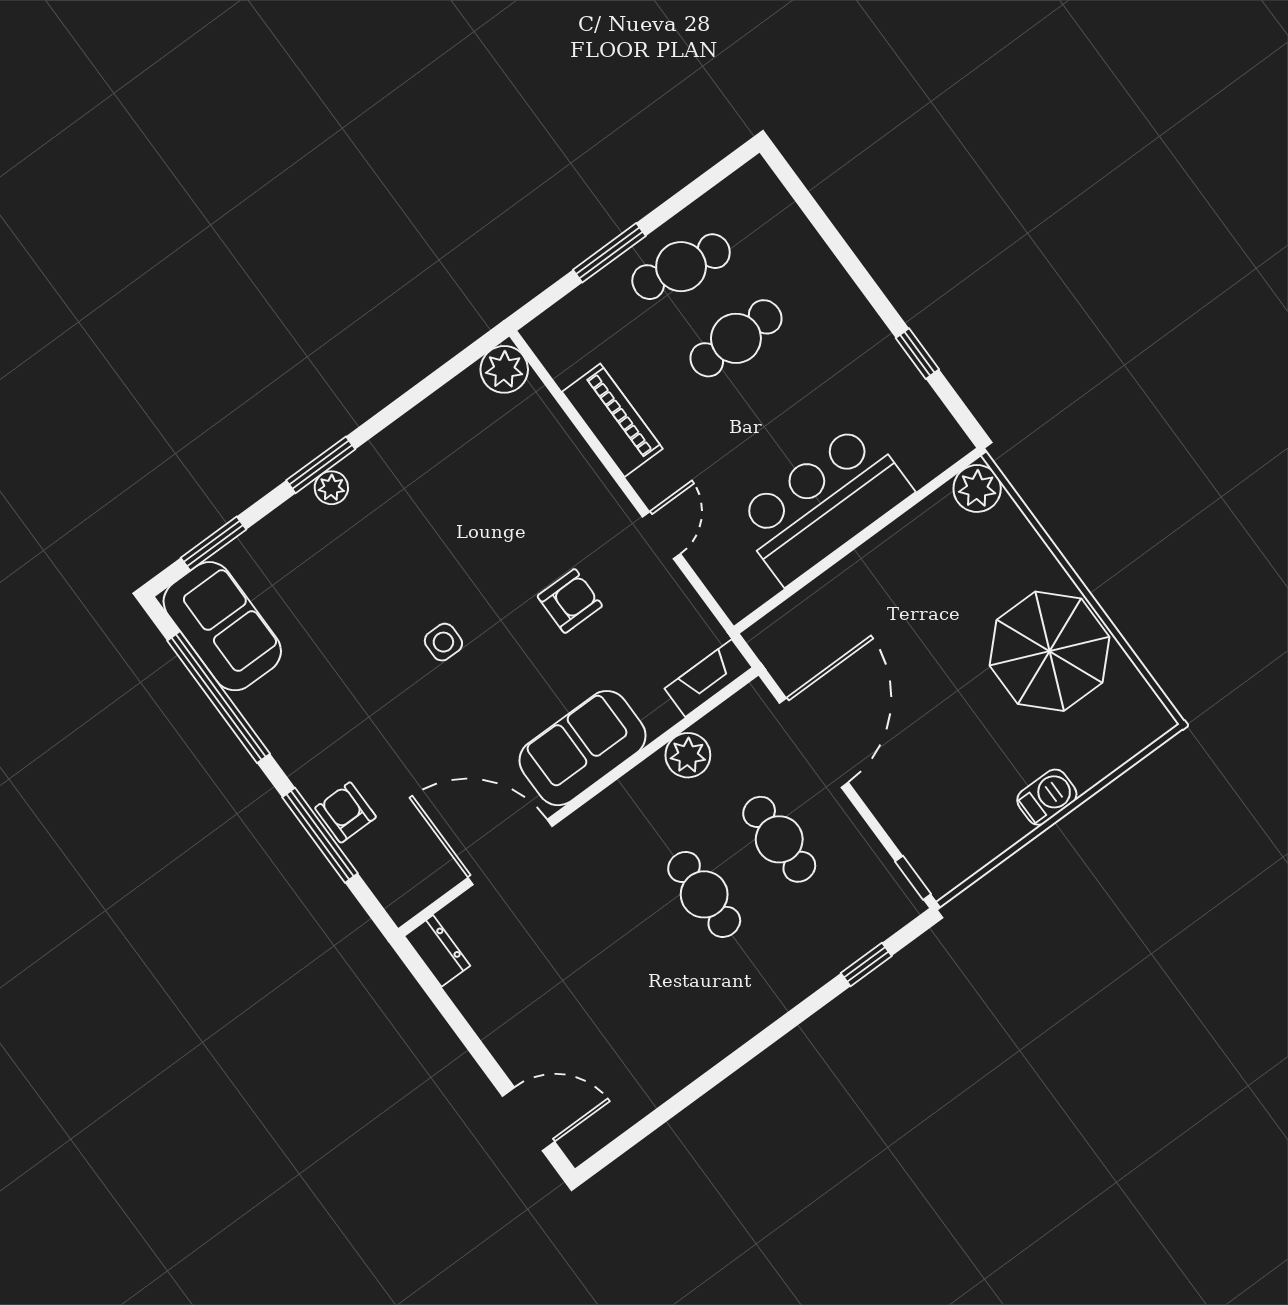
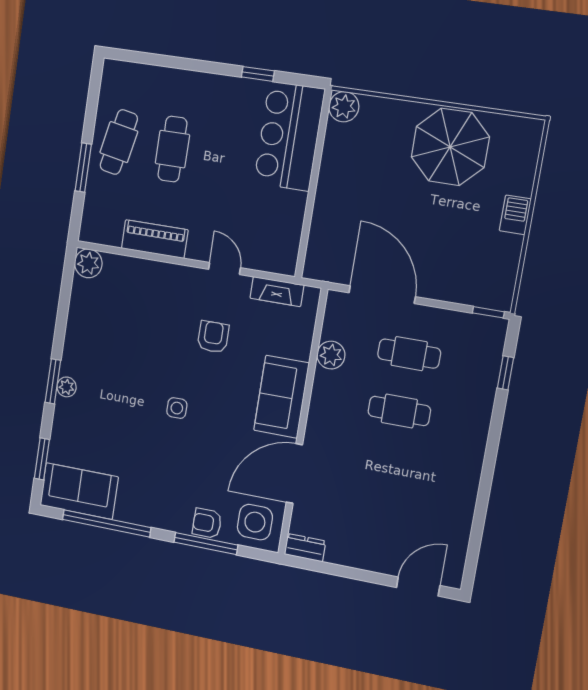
bar counter: (823, 504) -> (289, 136), moved
fireplace: (709, 678) -> (277, 292), moved, turned -90
side table: (406, 865) -> (255, 522), added

